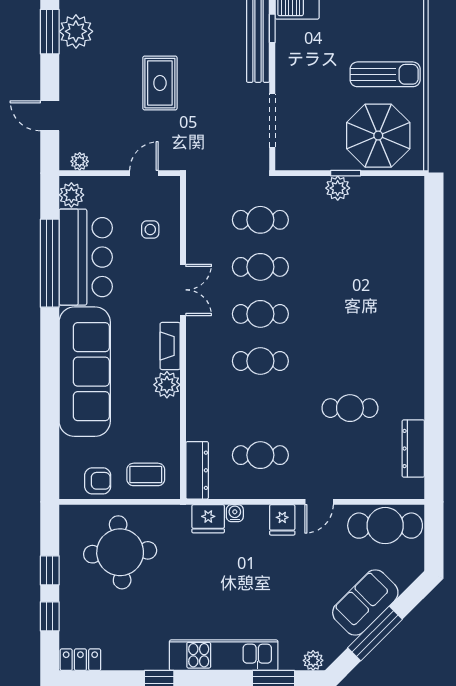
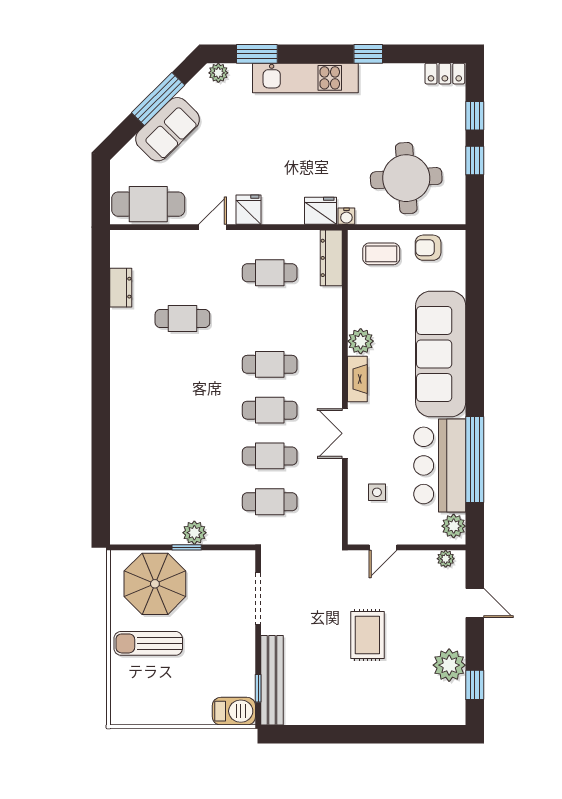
plant: (76, 31) -> (449, 665), moved
window: (50, 32) -> (475, 685), width x0.67
dresser: (413, 449) -> (121, 288), width x0.70
water cooler: (235, 513) -> (346, 216), moved

